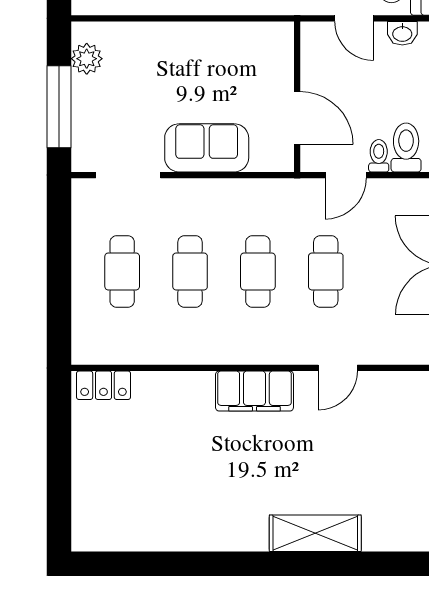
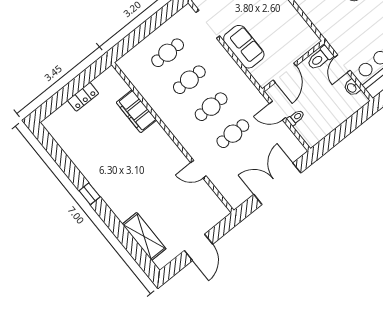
toilet: (406, 148) -> (320, 58), moved, turned 180
locker: (103, 385) -> (83, 97), moved, turned -90
filing cabinet: (254, 391) -> (136, 111), moved
shelving: (315, 533) -> (144, 236), moved
window: (241, 564) -> (90, 194), added

